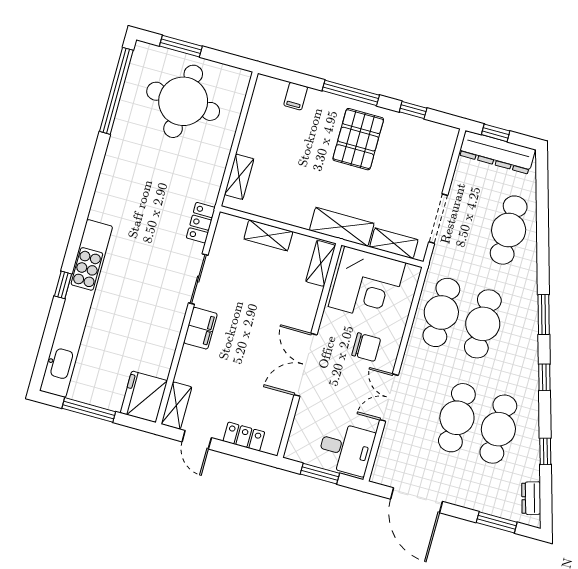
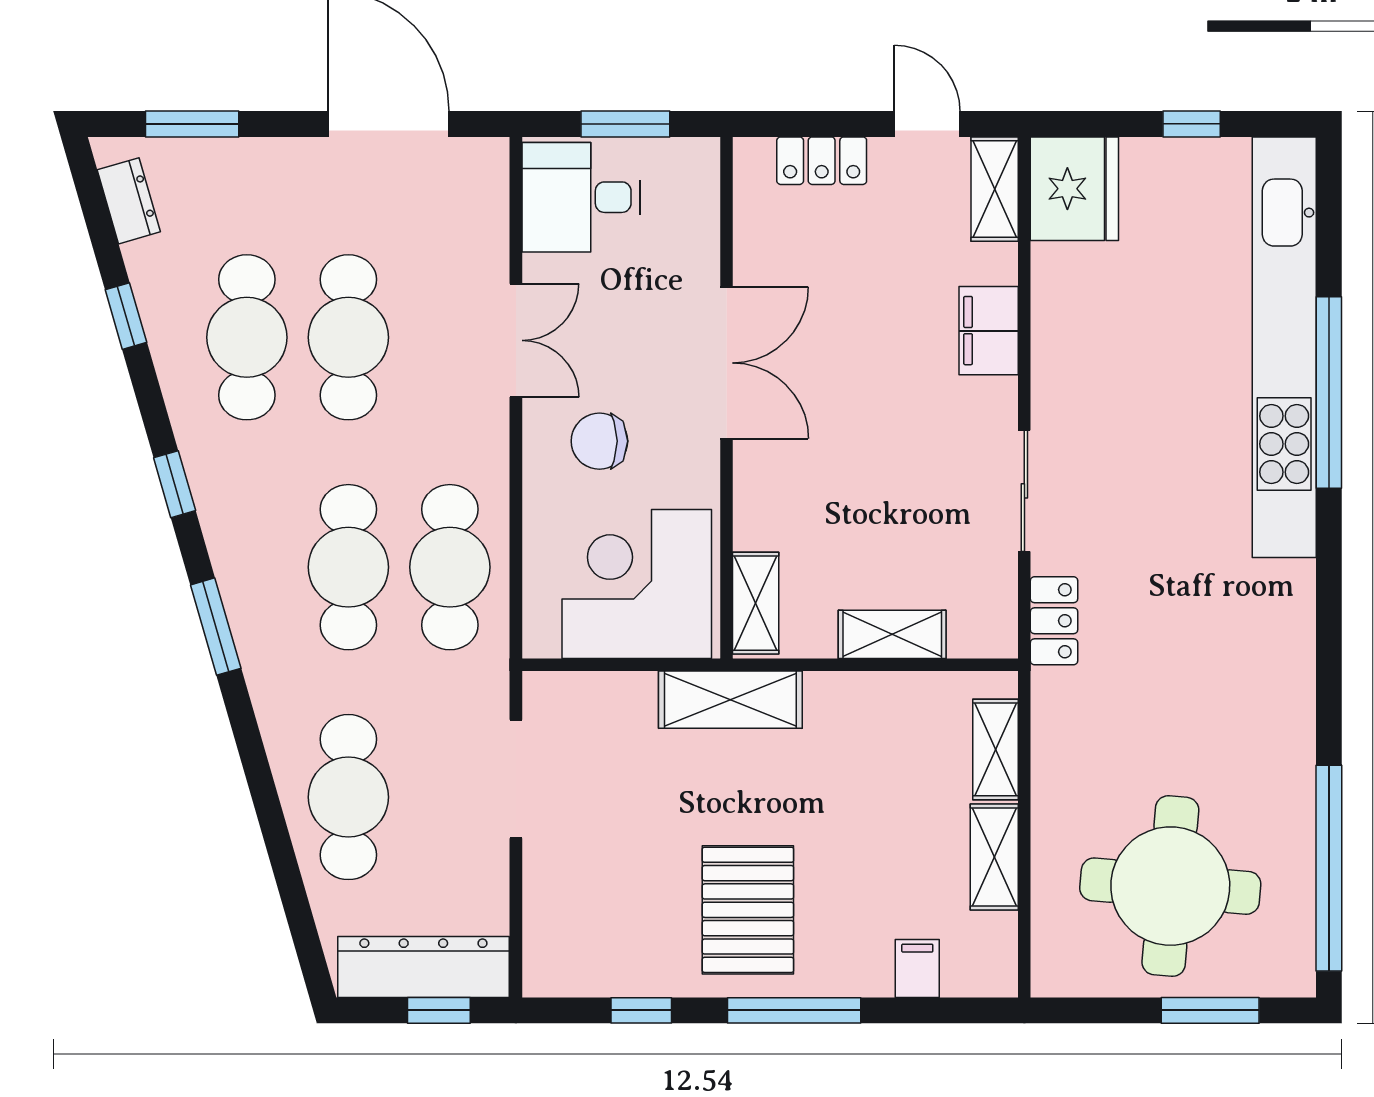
shelving: (394, 243) -> (994, 857), moved, turned 90
window: (63, 285) -> (1329, 393), width x3.17
filing cabinet: (200, 328) -> (989, 331), moved
window: (89, 410) -> (1192, 124), width x0.46

